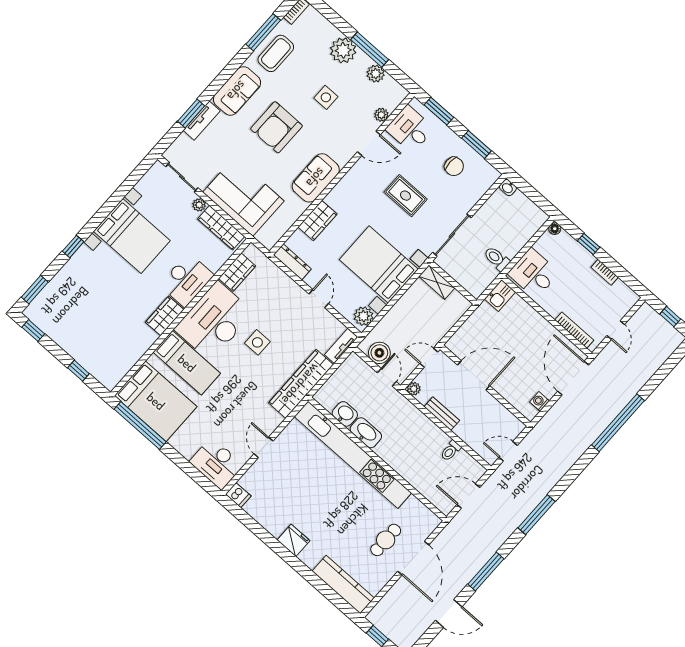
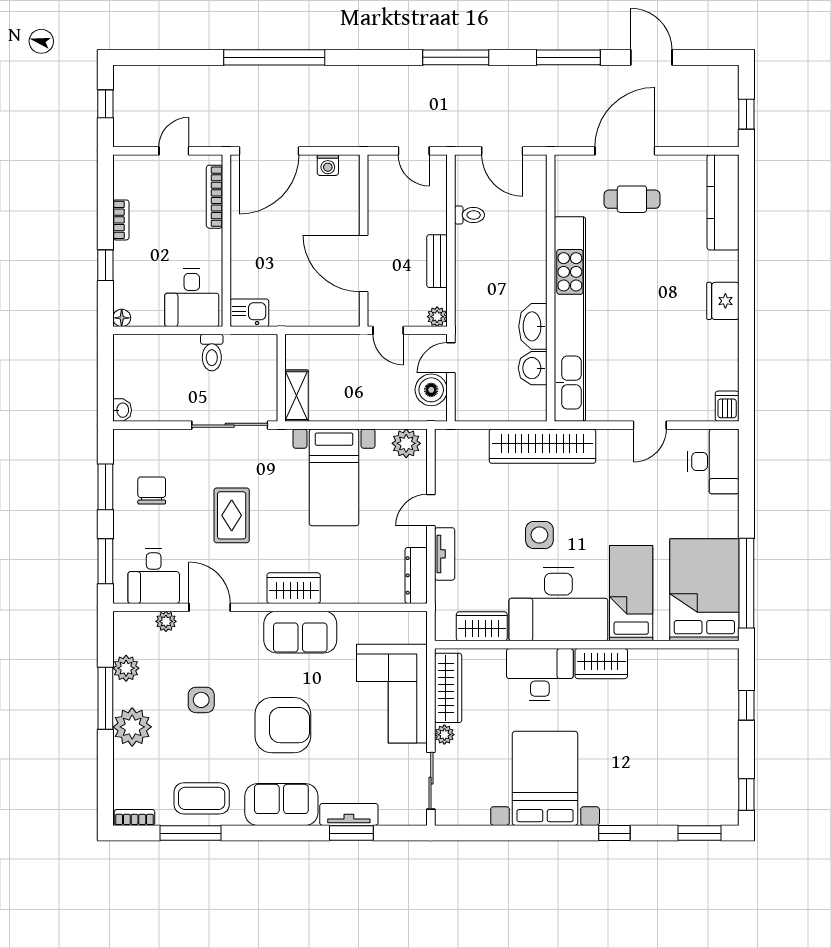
wardrobe: (318, 221) -> (294, 588), moved
bed with nightstands: (379, 264) -> (334, 477), width x0.73
tv unit: (341, 346) -> (445, 554), moved, turned -90

